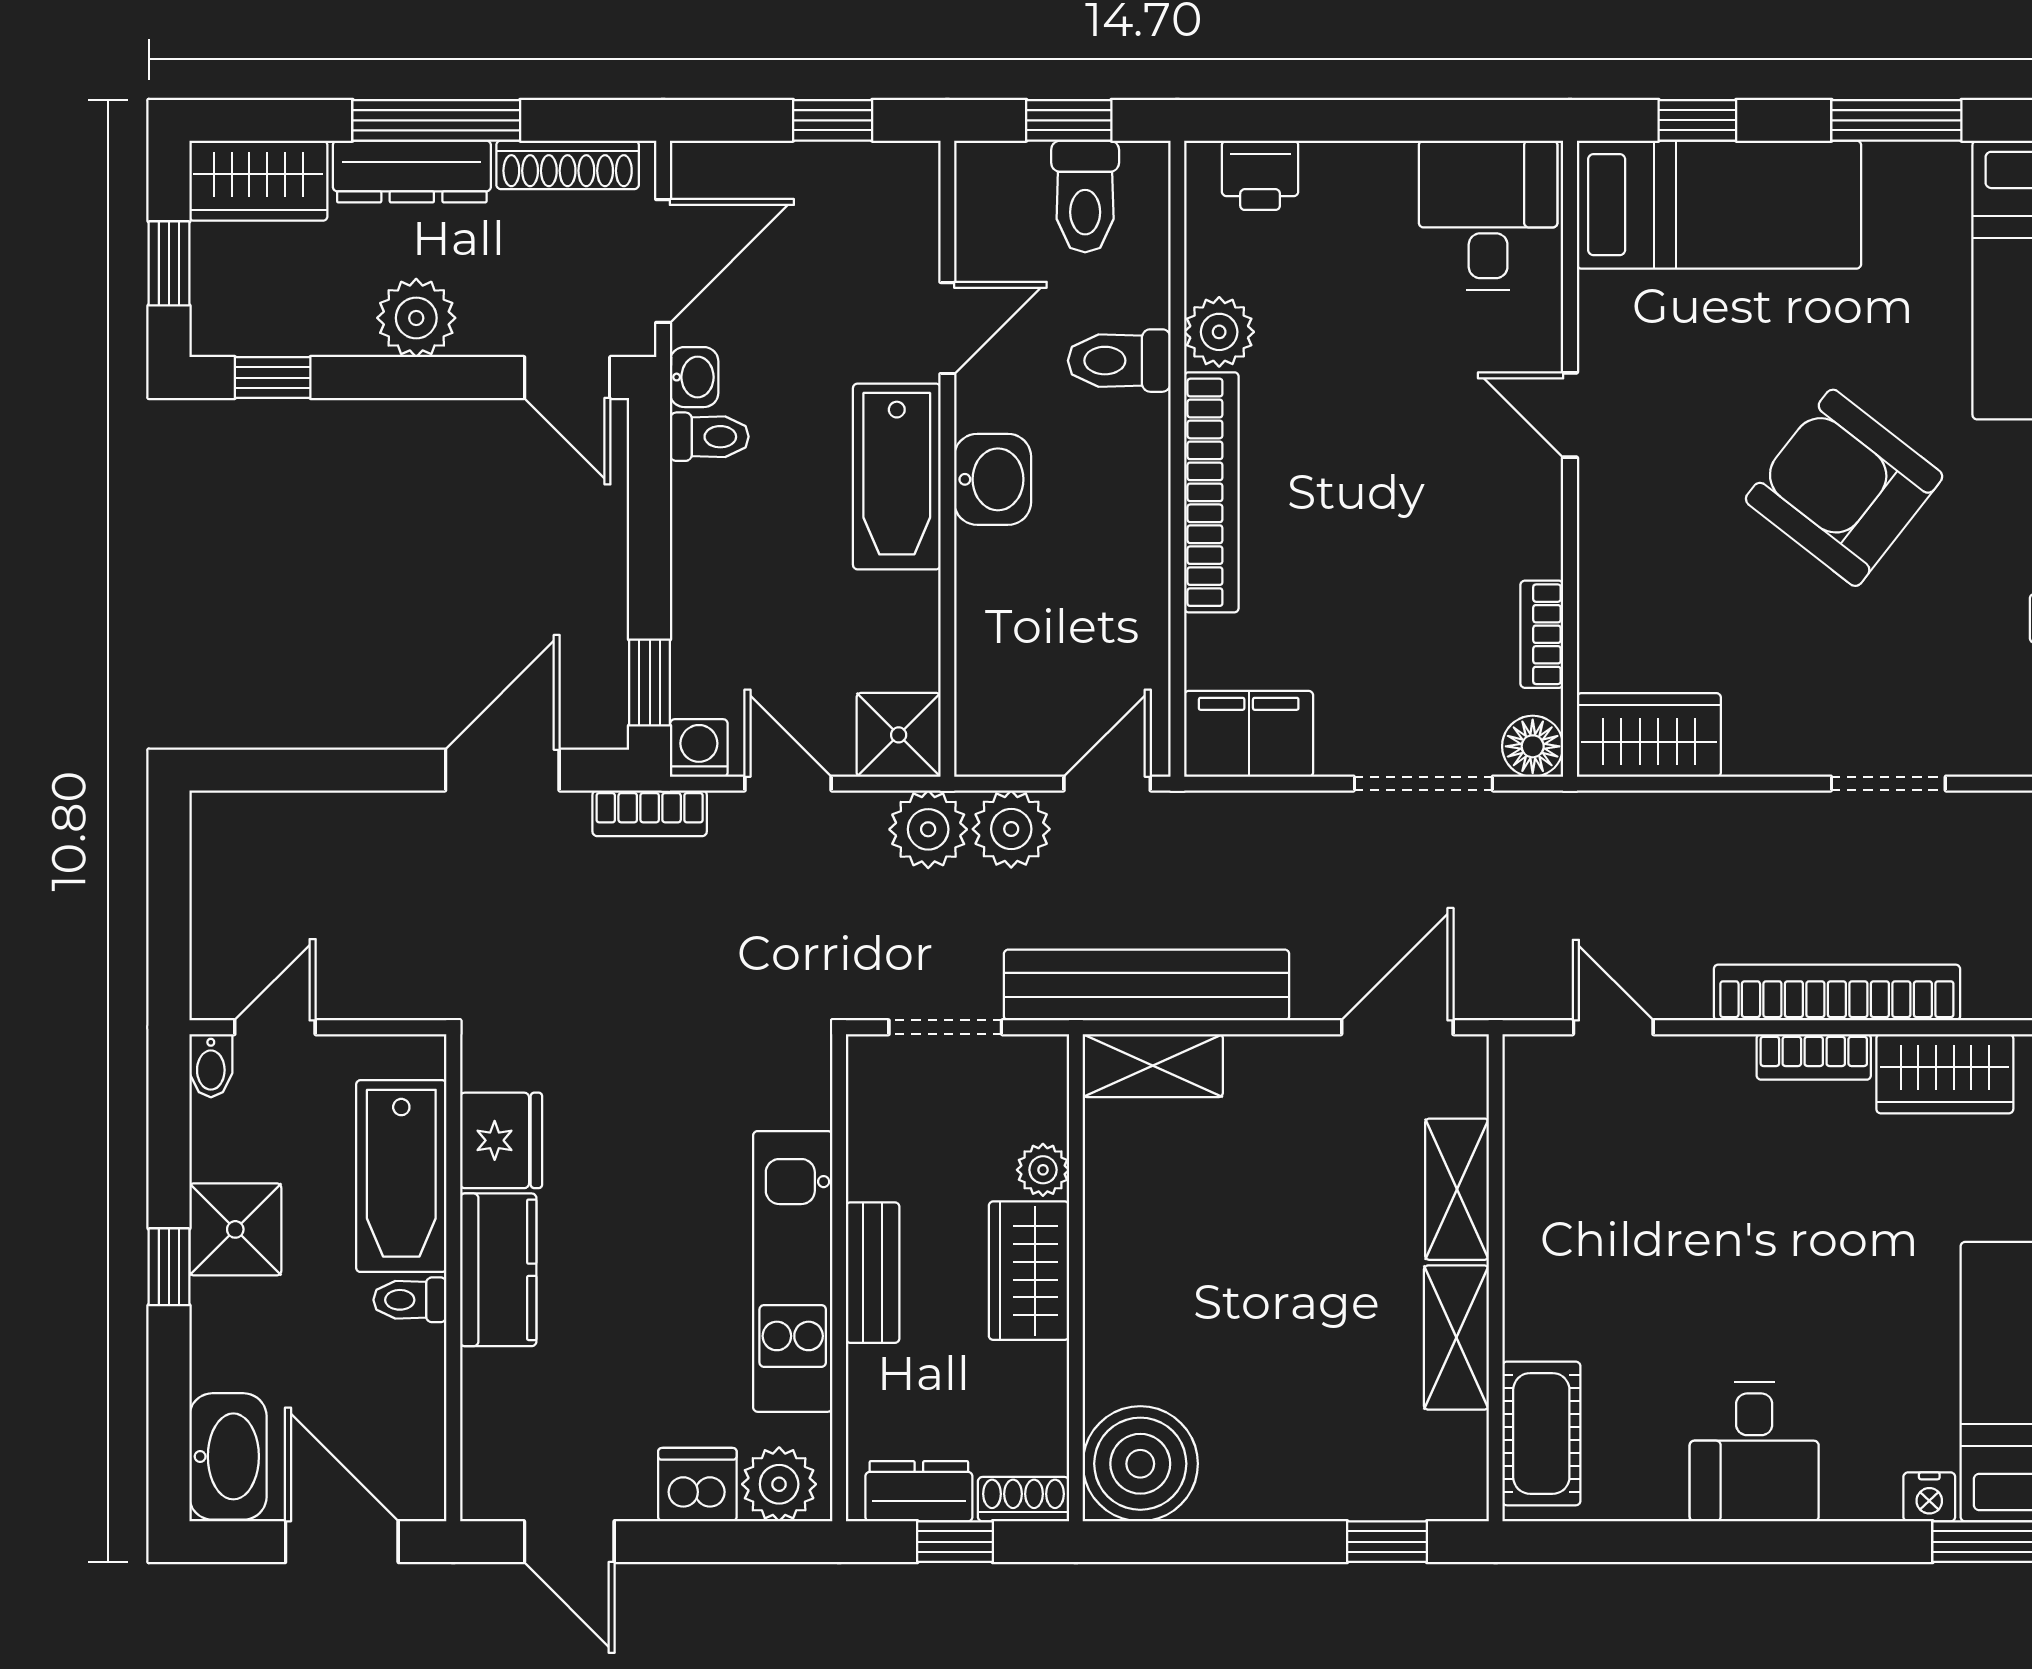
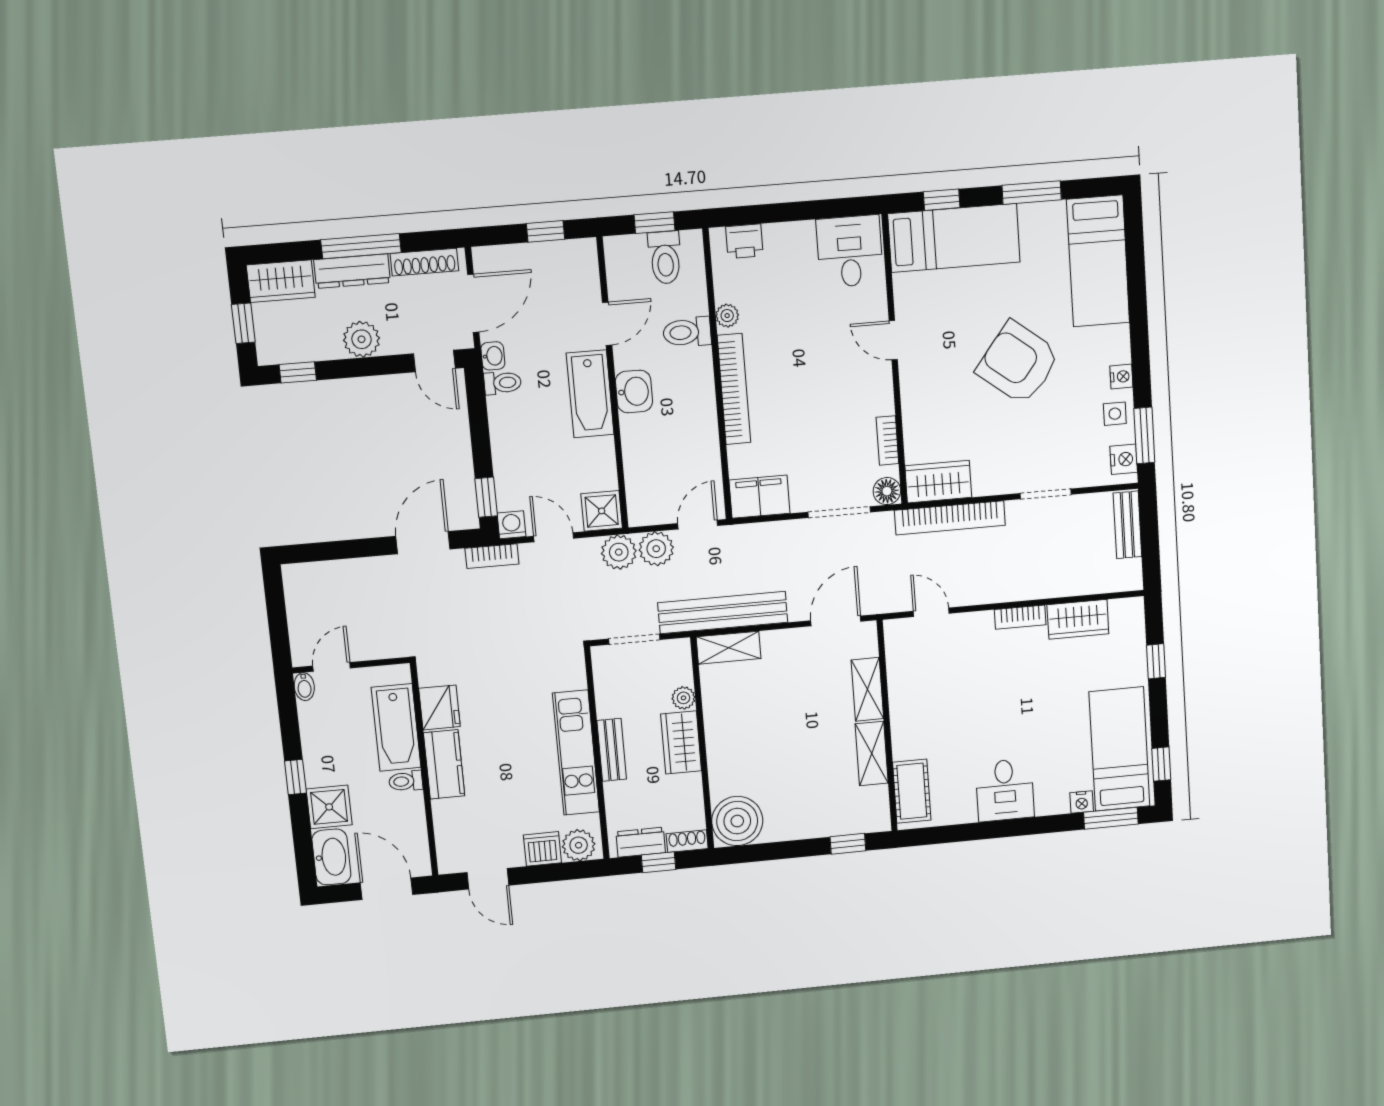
plant: (1219, 332) -> (727, 316), width x0.73, depth x0.73
bookcase: (1837, 993) -> (950, 518), moved, turned 180
shower: (235, 1229) -> (329, 807), moved

